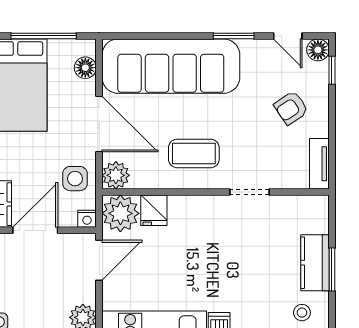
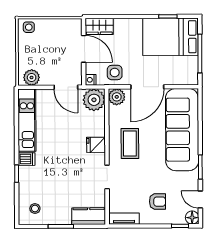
door: (288, 36) -> (200, 199), hinge flipped
floor lamp: (85, 68) -> (181, 78), removed
armchair: (291, 108) -> (157, 202), turned 124
fridge: (154, 210) -> (96, 145), moved
kitchen counter: (315, 263) -> (89, 216), moved

